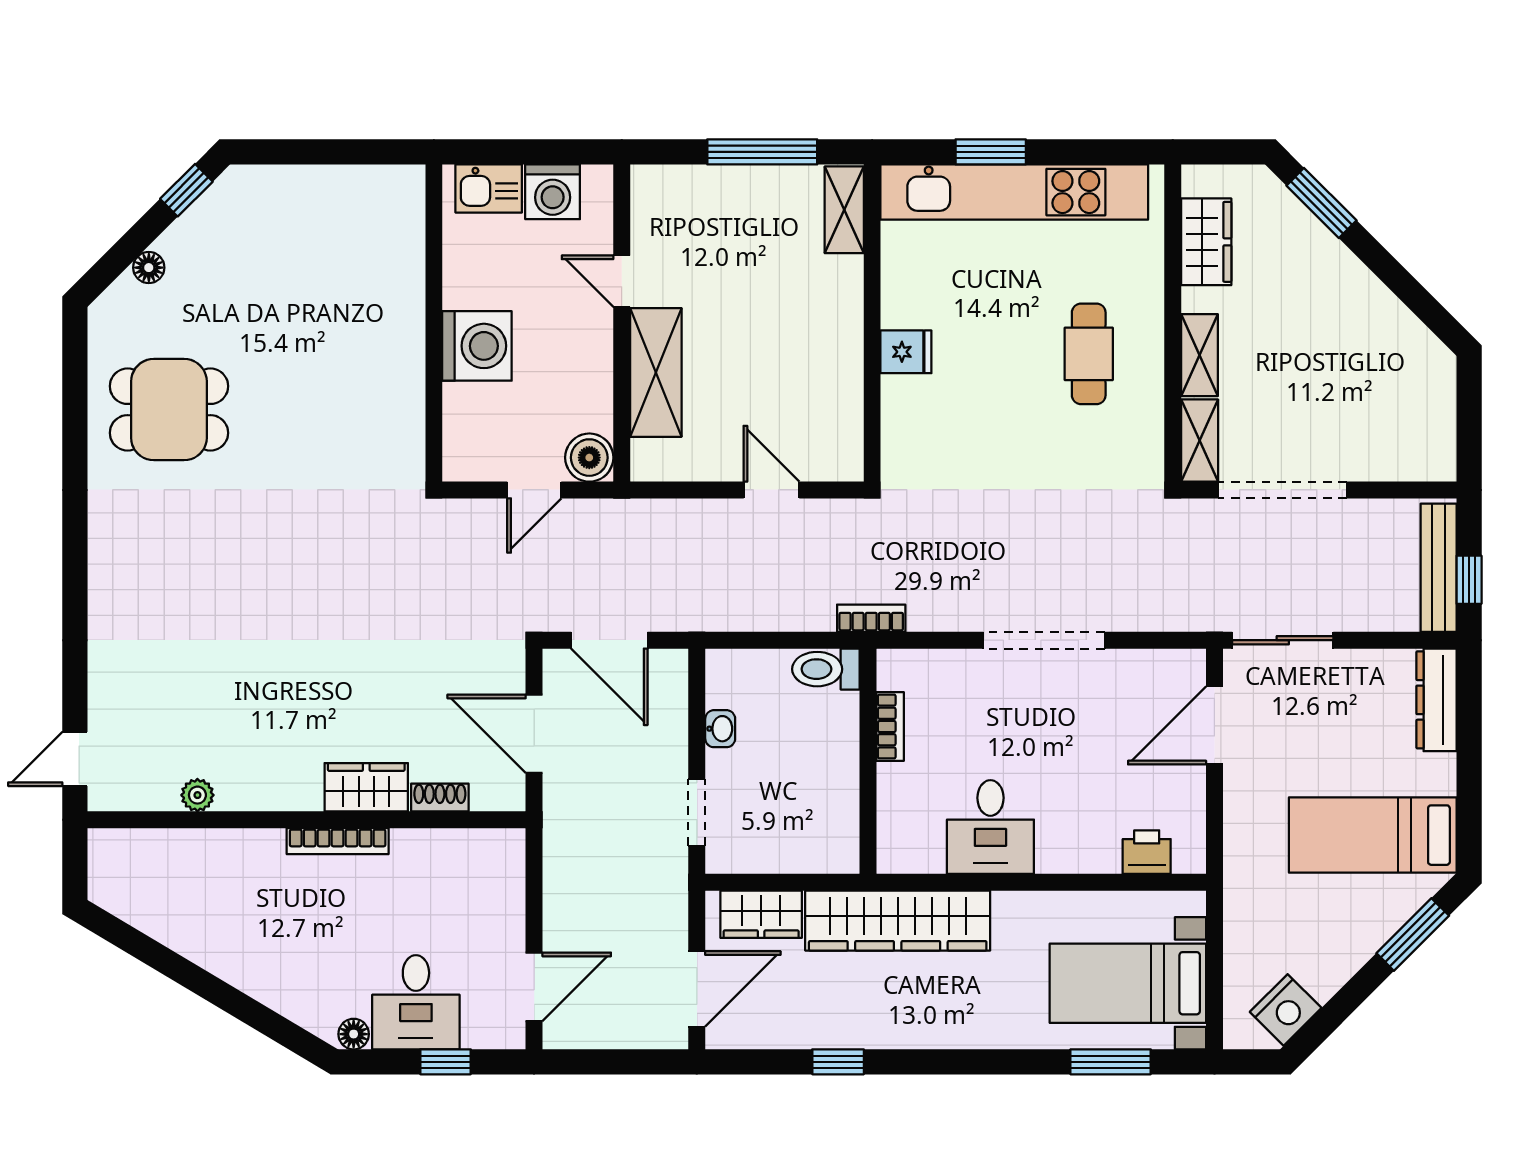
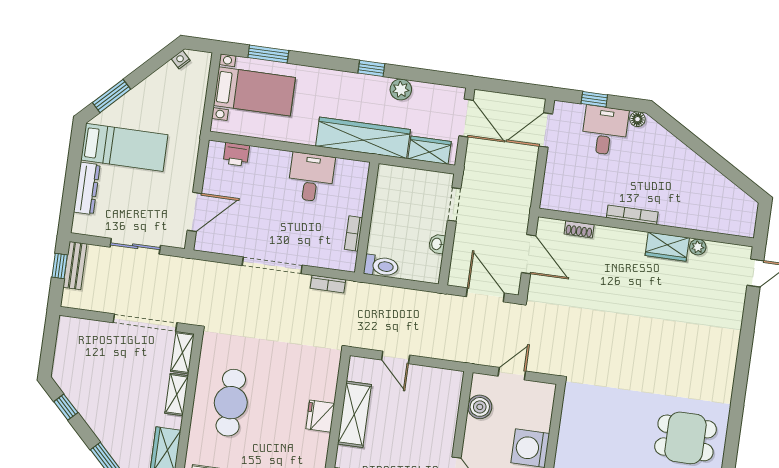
window: (1418, 299) -> (66, 407), added
fridge: (906, 352) -> (320, 416), width x1.38
cafe table: (1089, 354) -> (231, 403), width x1.37, depth x1.35
shelving: (656, 372) -> (354, 414), moved
boiler: (589, 458) -> (480, 407), moved
bench: (1439, 568) -> (75, 266), width x0.73
bookcase: (871, 618) -> (328, 284), moved
sliding door: (1283, 640) -> (135, 246), moved
dresser: (1436, 700) -> (87, 188), moved
wardrobe: (366, 787) -> (667, 247), moved
door: (697, 989) -> (466, 118), swing flipped
nightstand: (1286, 1010) -> (181, 60), width x0.53, depth x0.56
plant: (835, 1028) -> (401, 89), added
window: (838, 1062) -> (371, 68), moved

